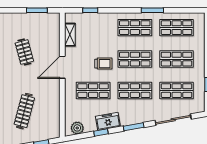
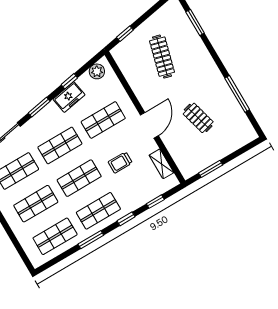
window: (118, 10) -> (126, 219), added
trolley: (103, 64) -> (120, 162), moved

